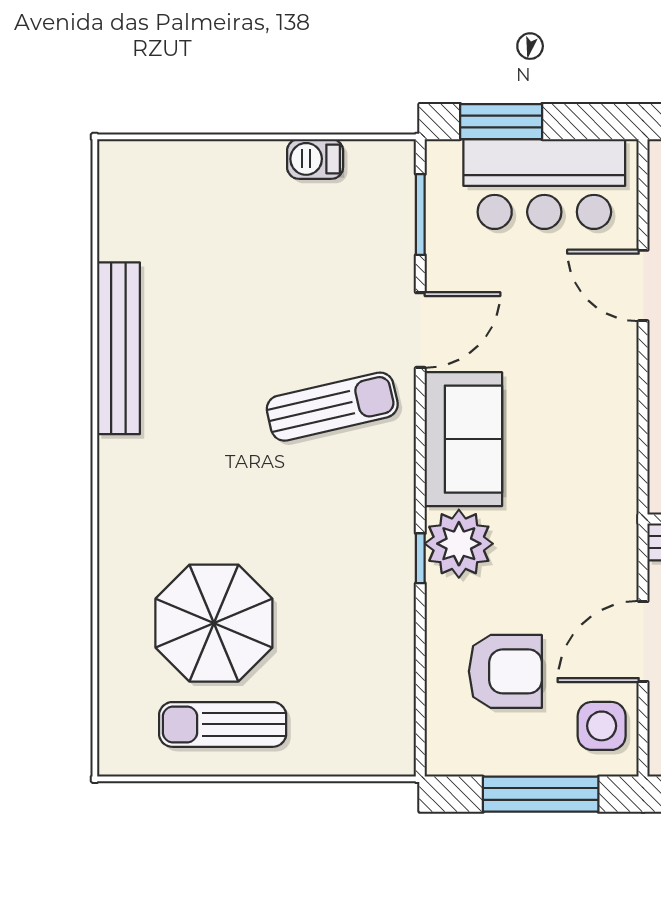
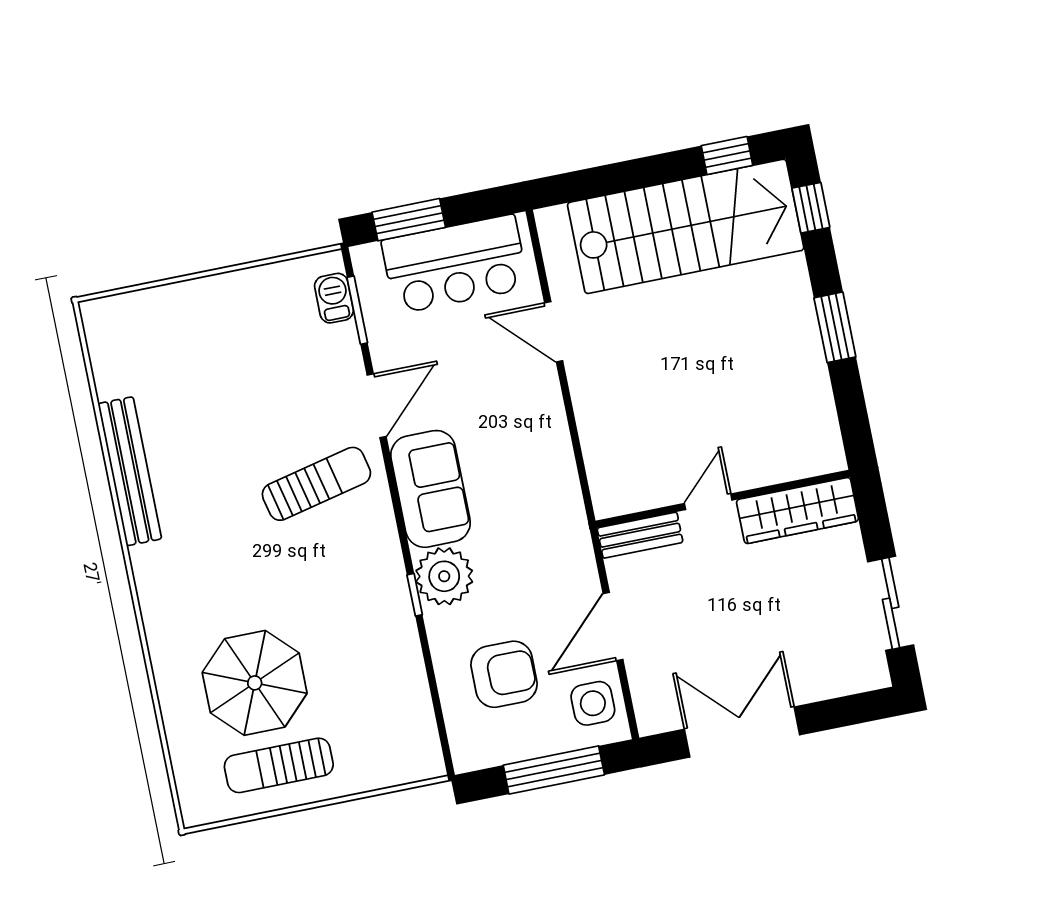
barbecue: (315, 159) -> (334, 298), moved, turned 90

